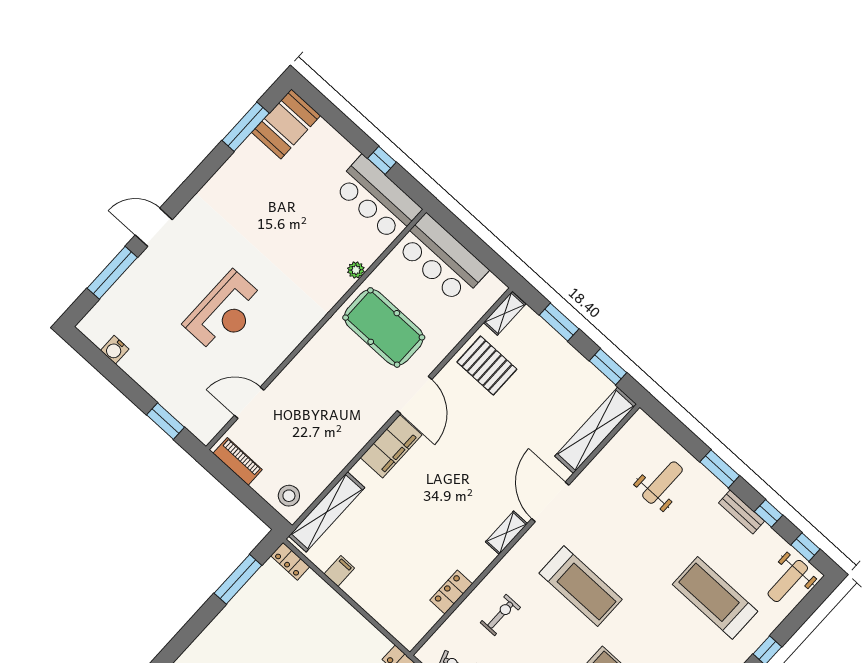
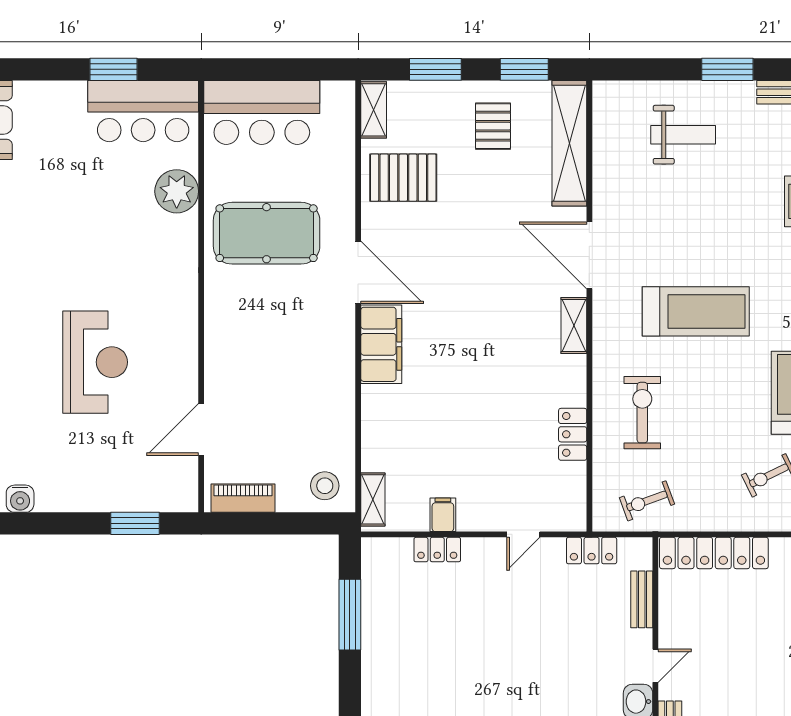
window: (382, 160) -> (113, 69), width x1.50
plant: (356, 270) -> (177, 191), width x1.87, depth x1.87
pallet: (562, 382) -> (493, 126), added
weight bench: (662, 483) -> (683, 135), turned 90
shelving: (327, 512) -> (373, 499), width x0.45, depth x0.75
locker: (290, 561) -> (437, 550), moved
exercise bike: (500, 615) -> (642, 413), width x1.38, depth x1.39
door: (374, 622) -> (523, 534), added

